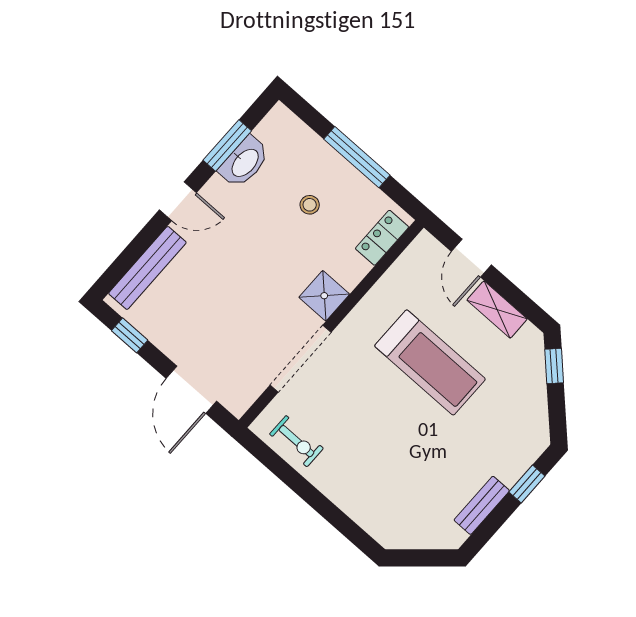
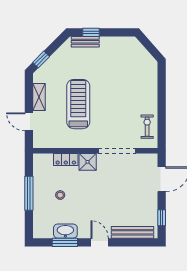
locker: (382, 238) -> (66, 159), moved
door: (471, 258) -> (29, 122), swing flipped
bench: (482, 505) -> (85, 42), moved

